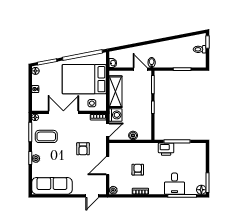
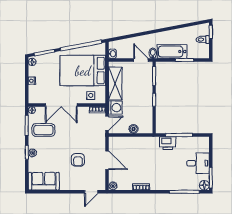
bathtub: (170, 61) -> (172, 52), added
double door: (63, 112) -> (61, 105), swing flipped
armchair: (83, 149) -> (78, 160), moved
door: (108, 166) -> (107, 160), swing flipped
armchair: (138, 170) -> (138, 164), removed
desk: (175, 184) -> (198, 163), moved, turned -90
sofa: (52, 186) -> (44, 181), width x0.73

